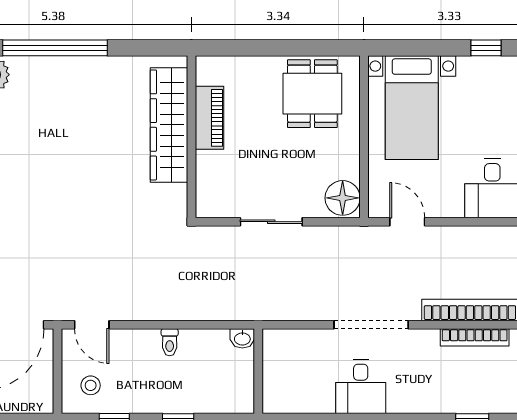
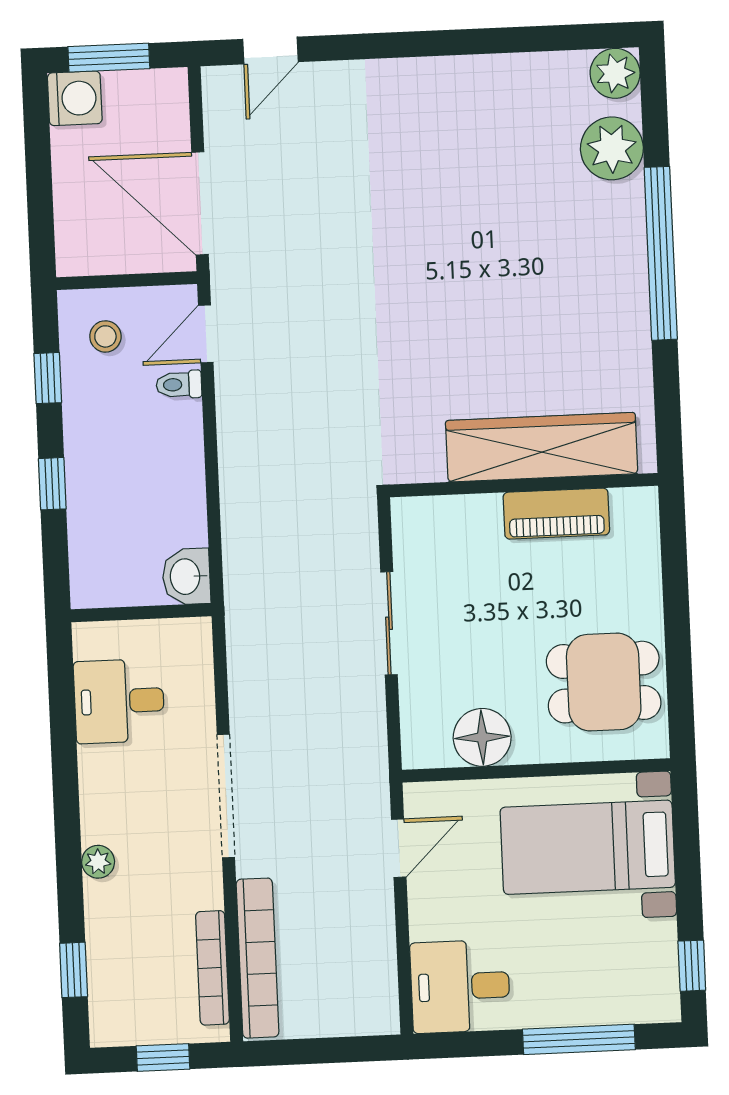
floor lamp: (343, 198) -> (482, 737), moved
washbasin: (242, 338) -> (186, 577), width x1.38, depth x1.45
toilet: (170, 342) -> (179, 385), moved
desk: (361, 387) -> (119, 701), moved
plant: (408, 404) -> (98, 862), added

